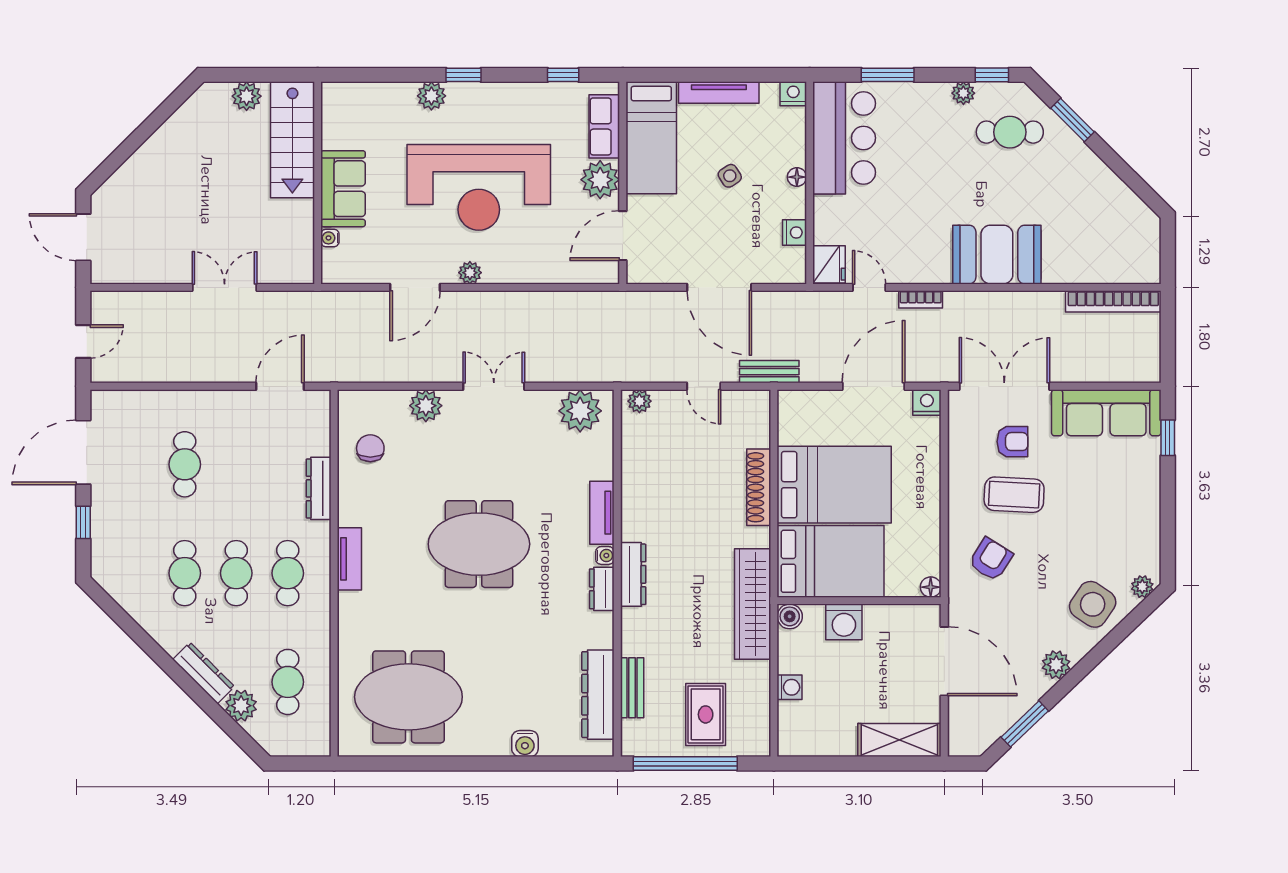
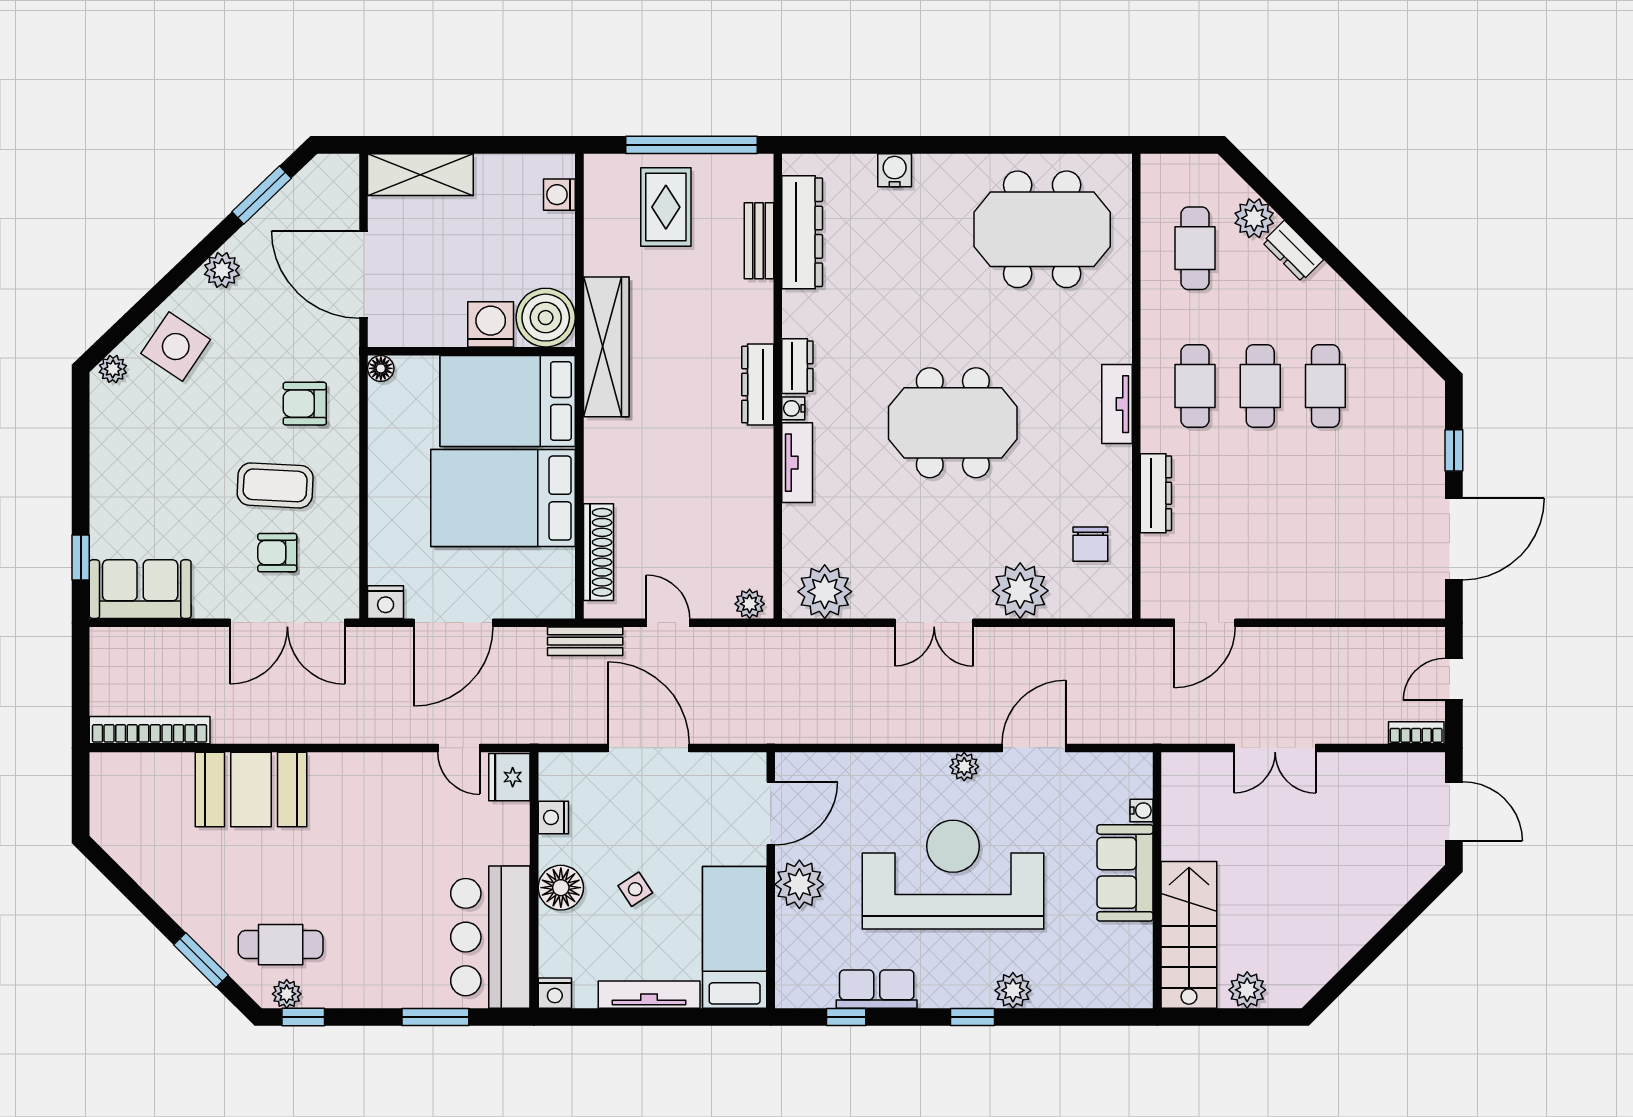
plant: (963, 93) -> (287, 994), moved
row of seats: (604, 126) -> (877, 989), moved, turned -90
floor lamp: (797, 177) -> (561, 888), width x1.89, depth x1.89
booth: (997, 255) -> (251, 790), moved
bookcase: (921, 299) -> (1416, 733), moved
plant: (426, 406) -> (1020, 591), width x1.36, depth x1.36
sofa: (1106, 413) -> (140, 589), width x0.73
cafe table: (185, 464) -> (1325, 524), removed
shoe rack: (759, 487) -> (599, 552), moved
armchair: (991, 559) -> (305, 404), turned 58
boiler: (790, 616) -> (546, 318), width x1.86, depth x1.86
dresser: (204, 673) -> (1293, 251), width x0.70
washing machine: (790, 687) -> (559, 195), moved

